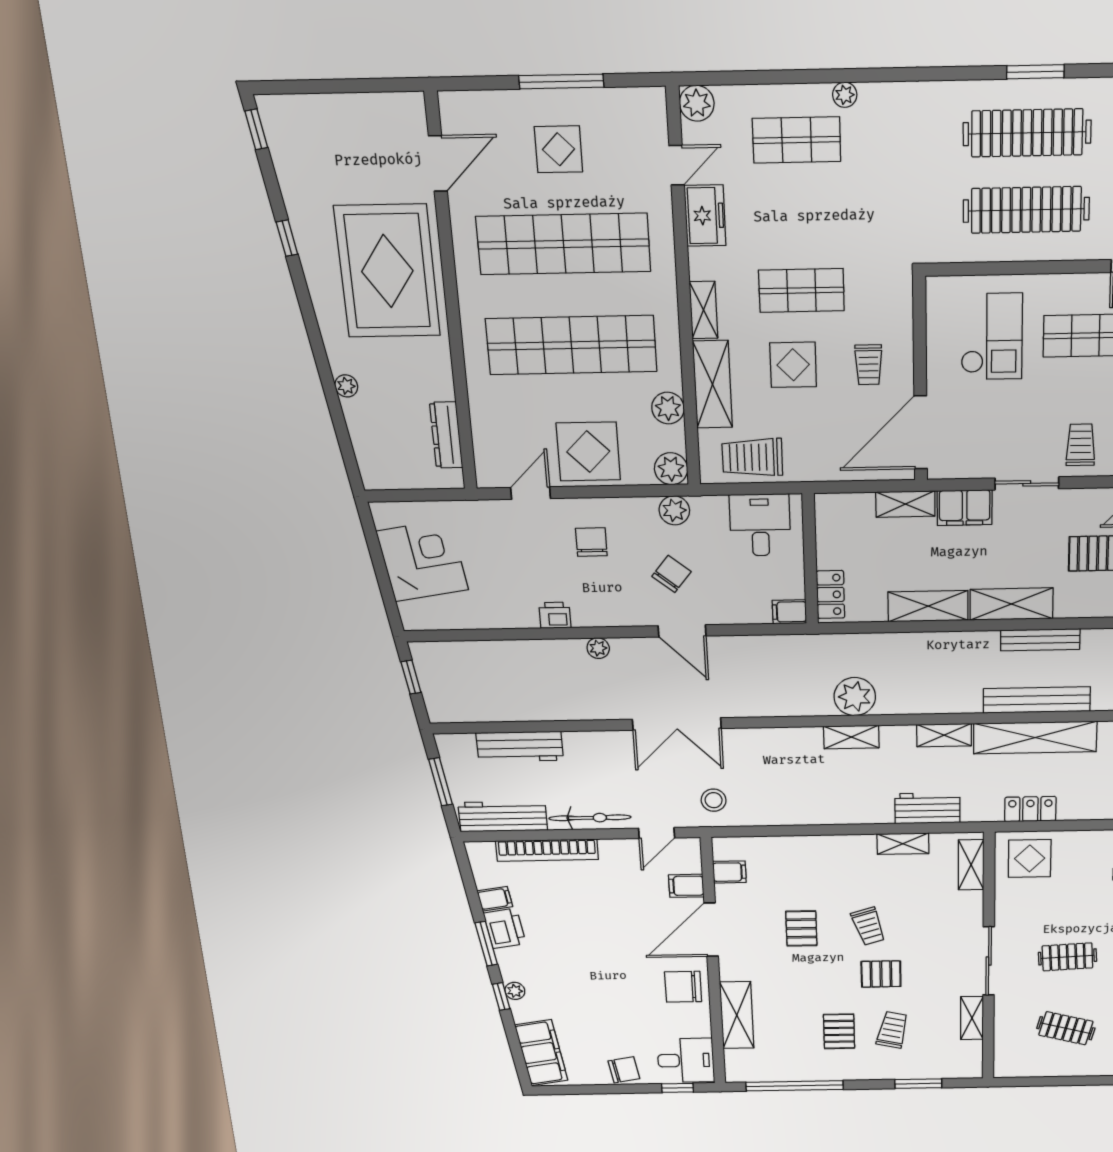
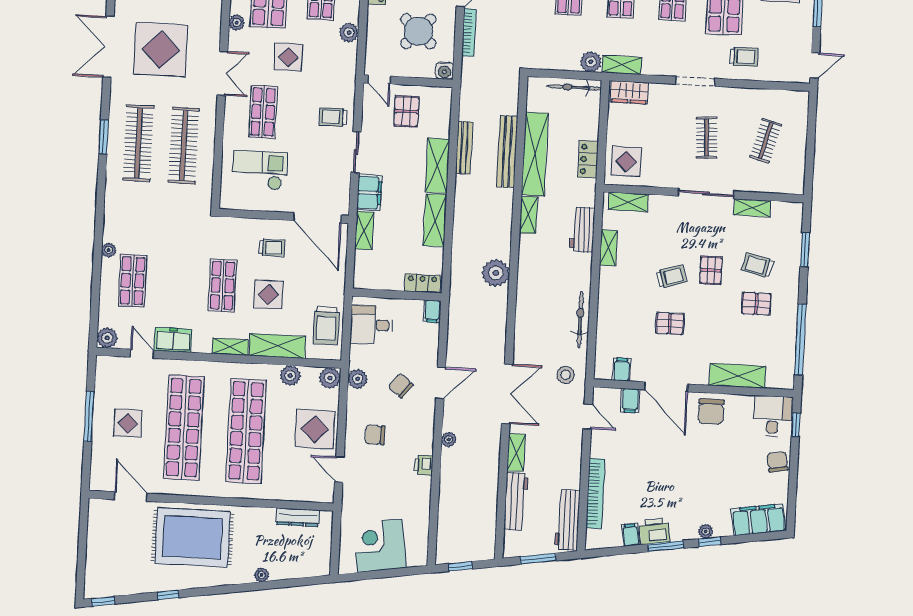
shelving: (851, 737) -> (516, 452), moved
bicycle: (590, 818) -> (580, 320), moved

